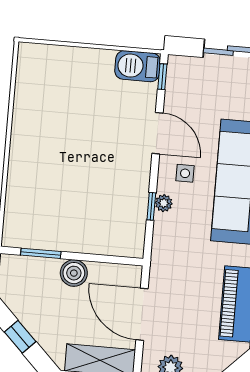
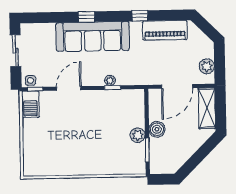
side table: (185, 173) -> (30, 80), moved
plant: (67, 240) -> (138, 135), added
window: (20, 337) -> (198, 157), removed

